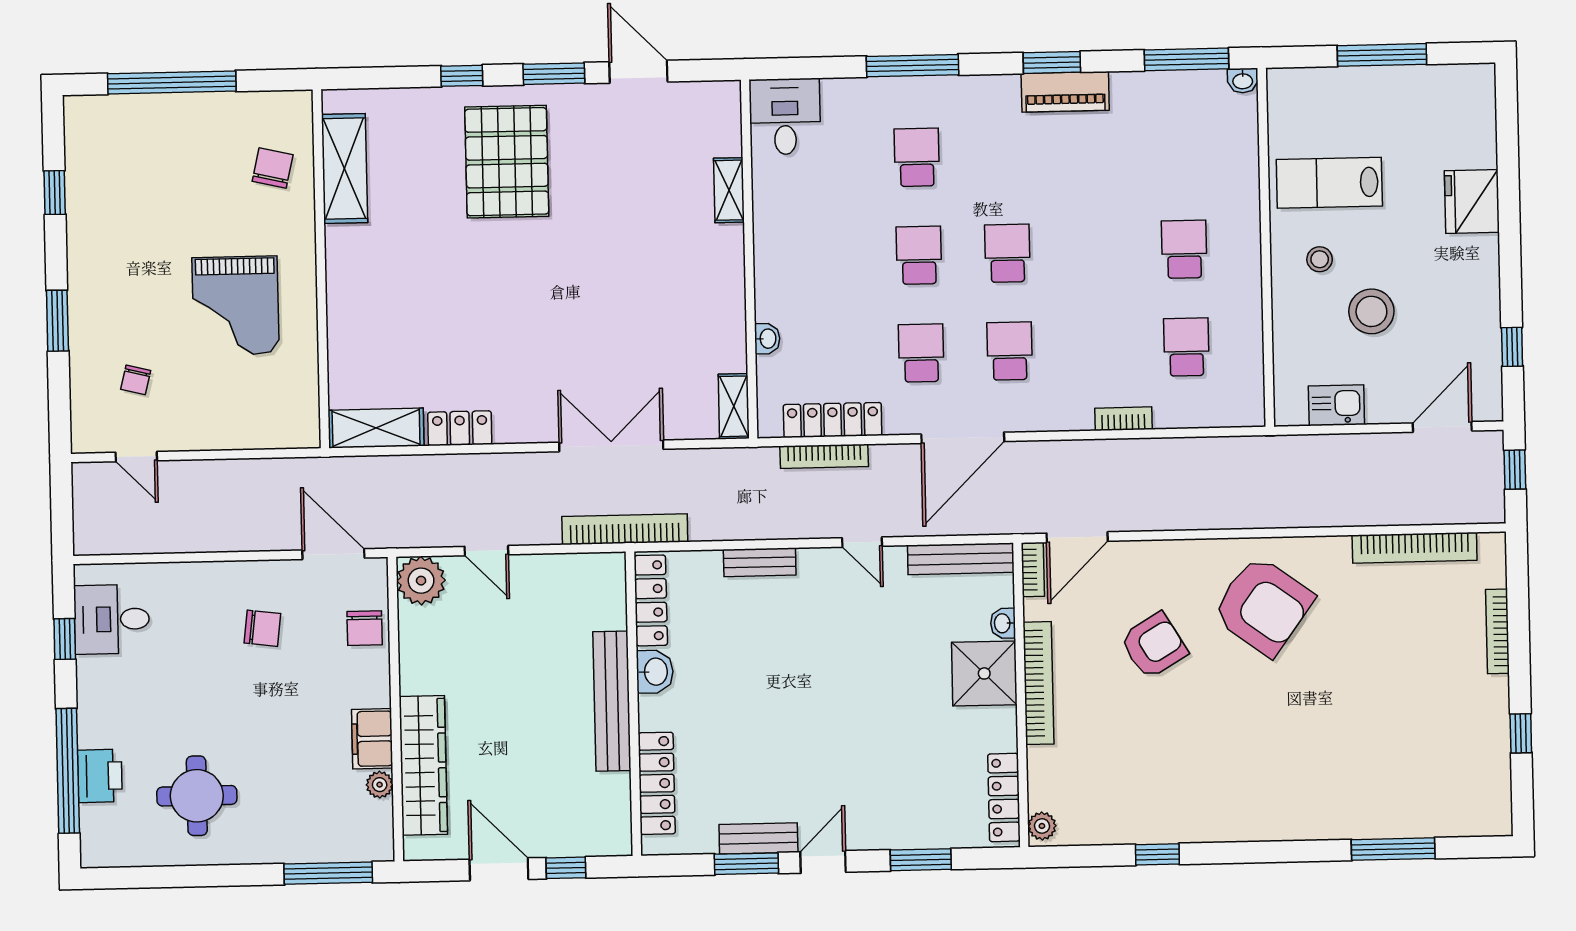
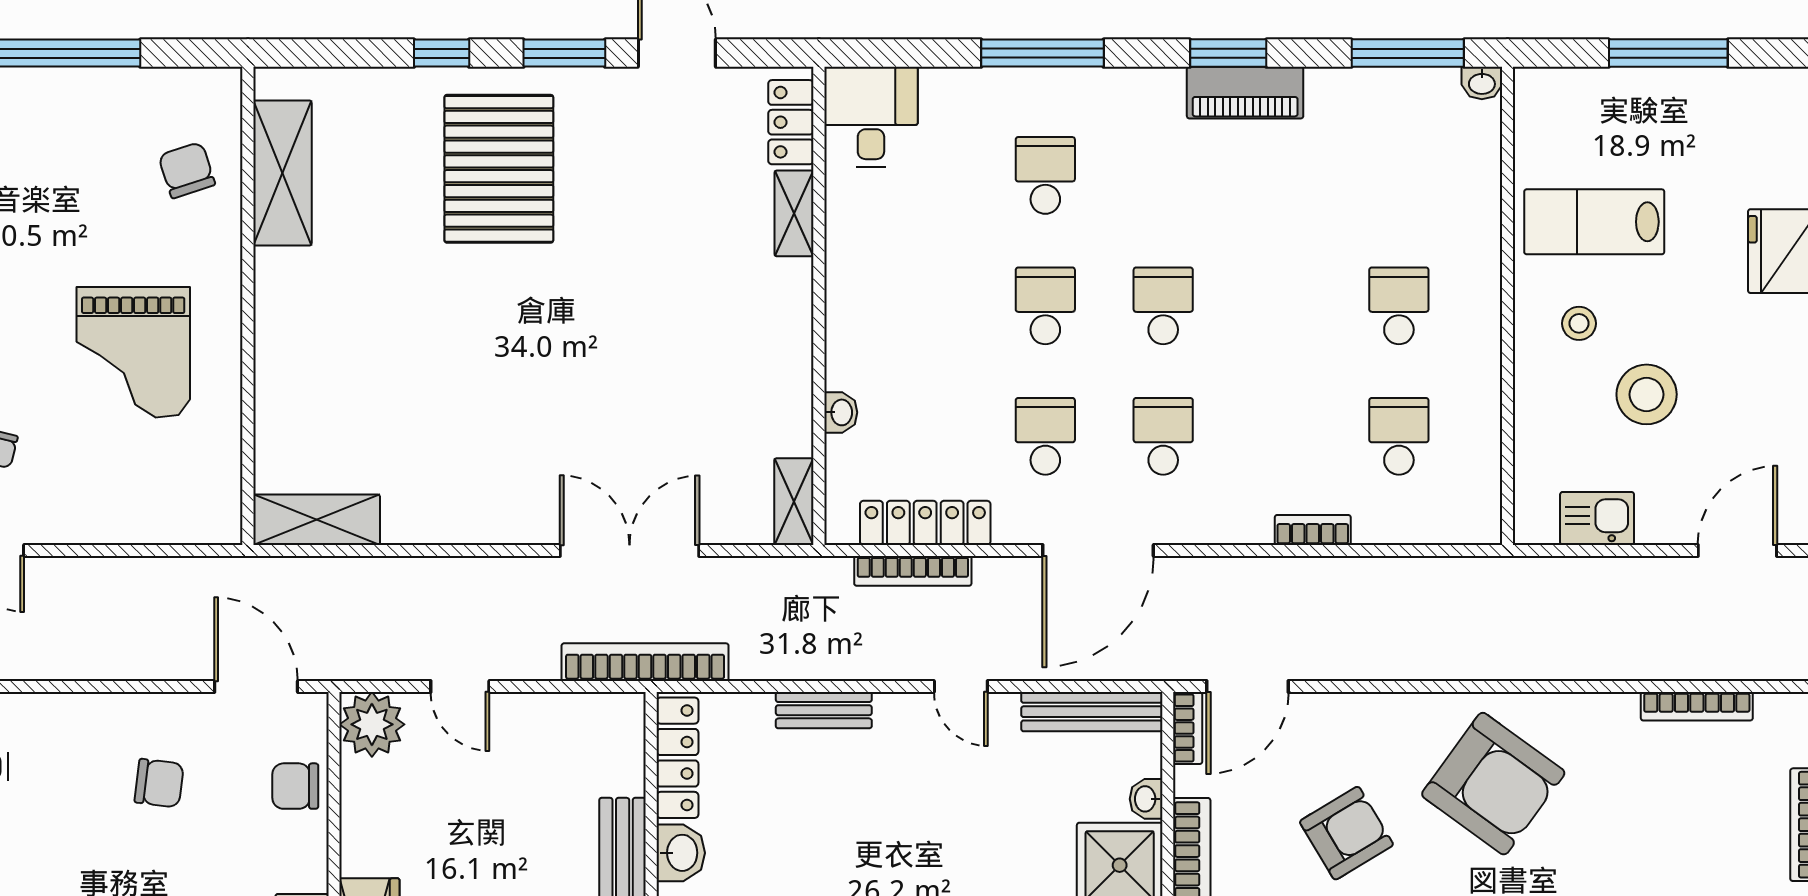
chair: (273, 168) -> (187, 170), turned -31
locker: (460, 428) -> (791, 122), moved, turned -90
bookcase: (1415, 548) -> (1697, 706), width x0.68, depth x0.76
chair: (365, 628) -> (295, 786), turned 90

